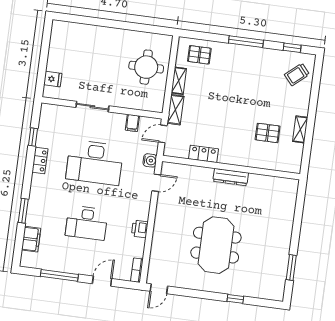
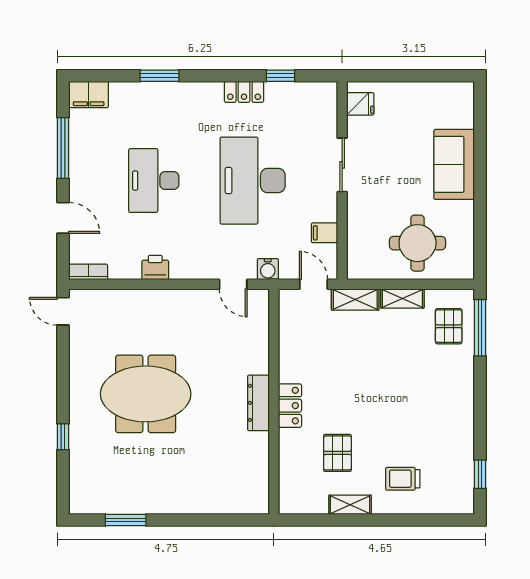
sofa: (101, 38) -> (454, 164), added
window: (246, 42) -> (480, 328), moved
trolley: (297, 74) -> (403, 479), moved, turned -49
fridge: (53, 79) -> (360, 104), moved, turned -90
locker: (203, 154) -> (290, 406), moved
filing cabinet: (31, 239) -> (89, 95), moved

